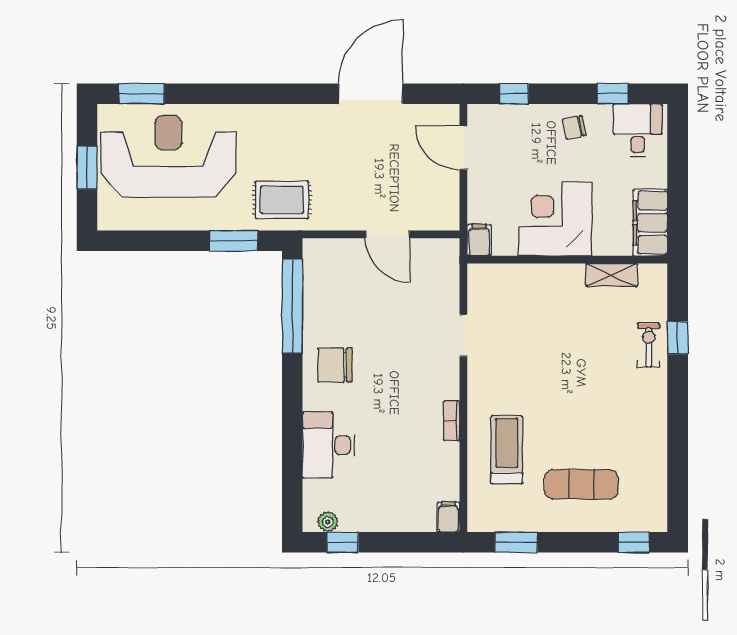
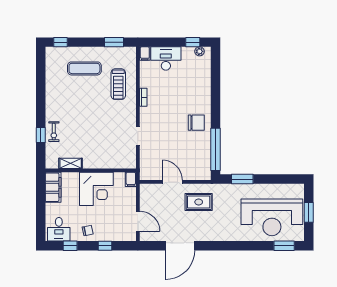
window: (514, 94) -> (105, 246), moved
rug: (282, 200) -> (199, 202), moved
desk: (328, 445) -> (166, 58), moved, turned -90

